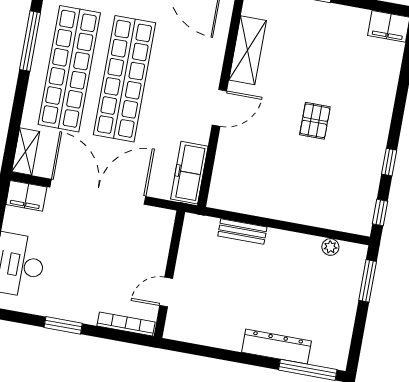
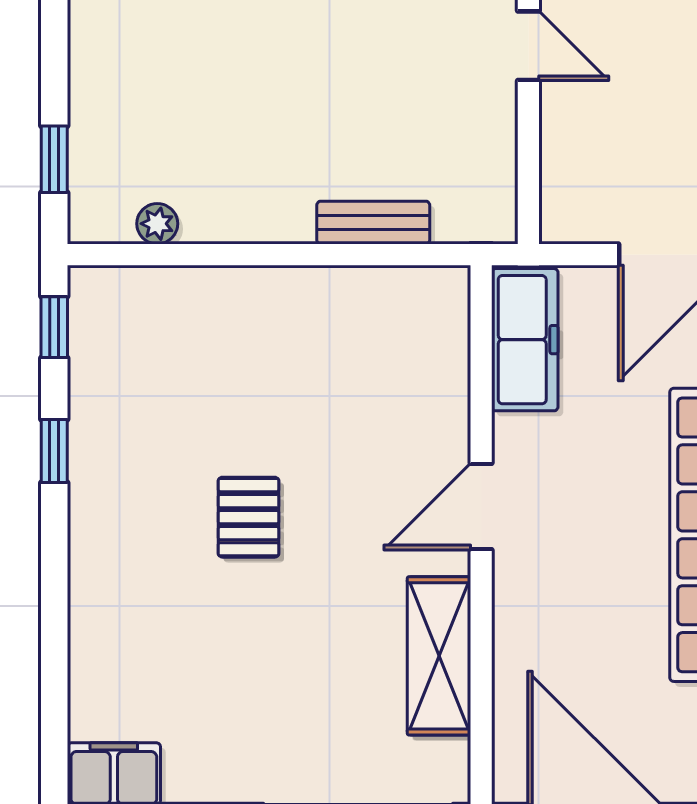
window: (368, 281) -> (54, 159), width x0.67
door: (166, 292) -> (528, 46), hinge flipped

